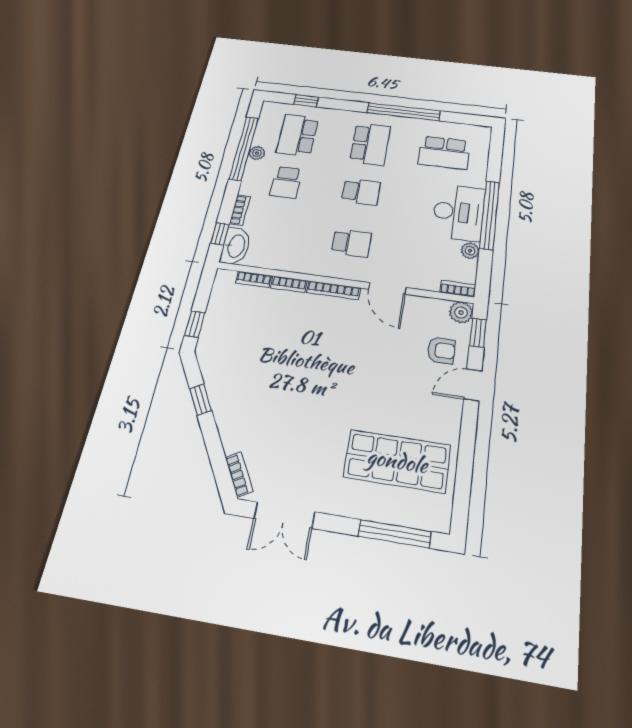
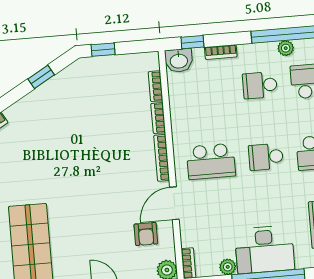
school desk: (361, 192) -> (266, 157), turned 90
school desk: (351, 243) -> (211, 161), width x1.85
washbasin: (236, 246) -> (179, 61), width x0.72
armchair: (441, 350) -> (146, 234), moved

